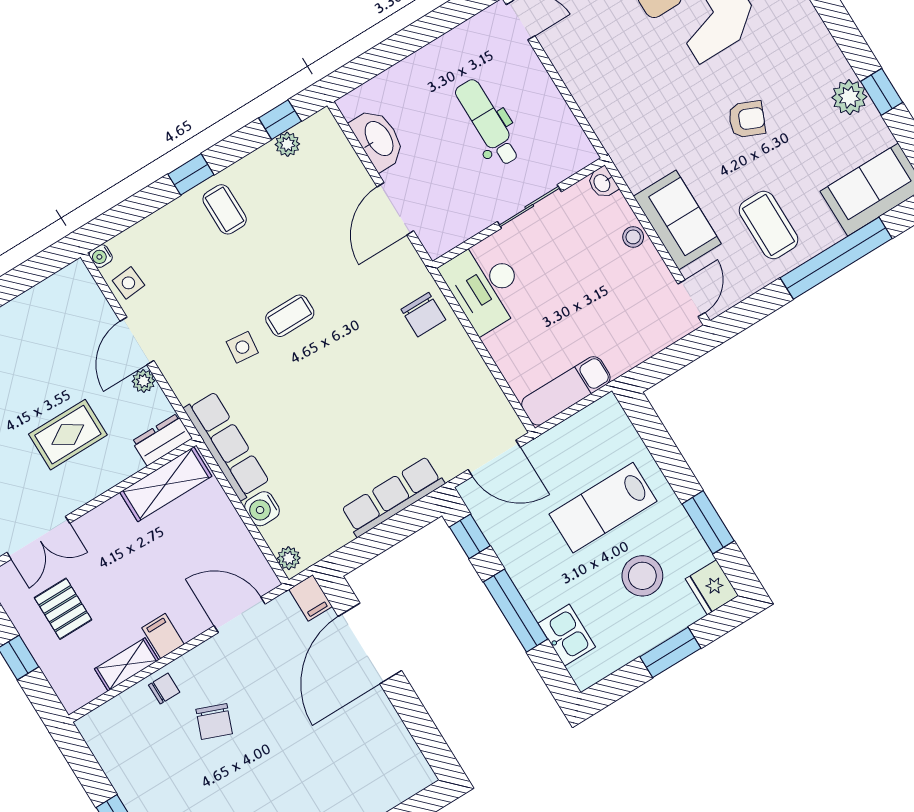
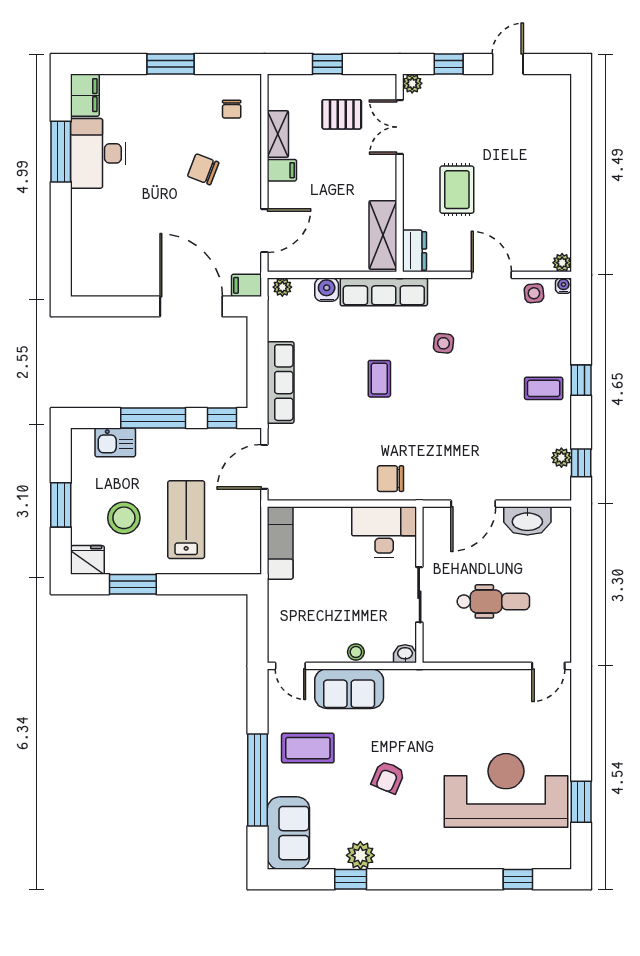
door: (395, 209) -> (473, 504), swing flipped
coffee table: (290, 316) -> (379, 379), moved
plant: (143, 381) -> (562, 263), moved
chair: (164, 689) -> (232, 109), moved

